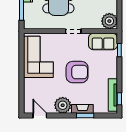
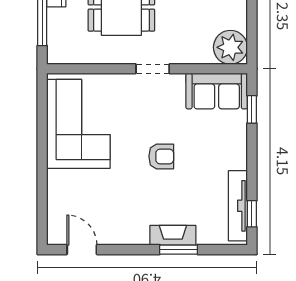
armchair: (77, 72) -> (161, 156), width x0.53, depth x0.53
plant: (63, 105) -> (130, 228), removed

